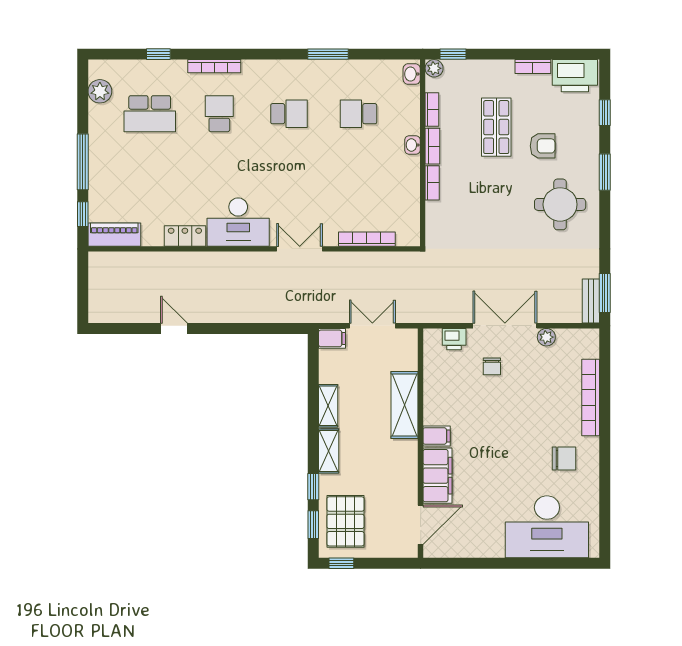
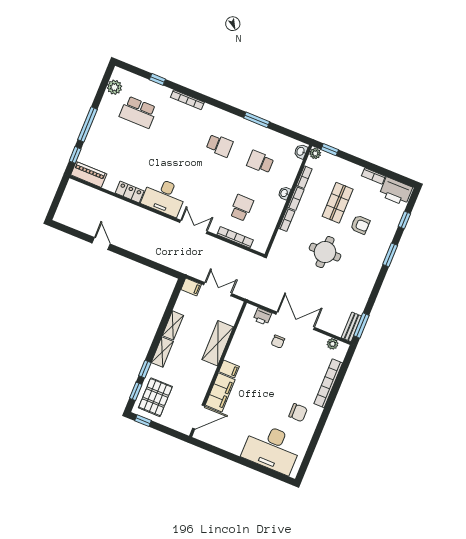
school desk: (219, 114) -> (242, 208), moved
round table: (560, 204) -> (325, 252), moved
plant: (546, 337) -> (333, 344), moved

